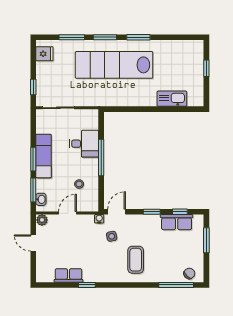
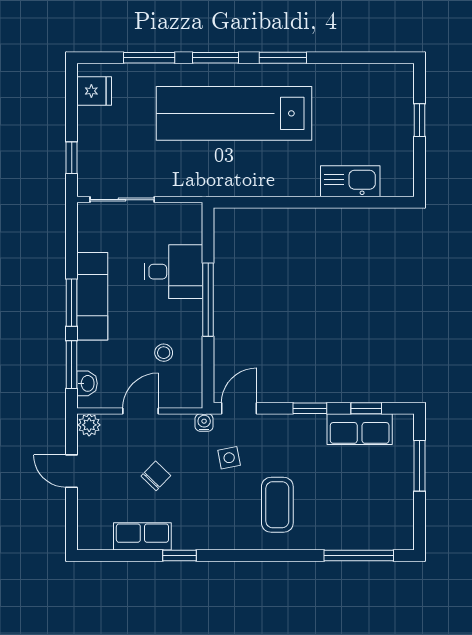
chair: (189, 273) -> (156, 476), moved

